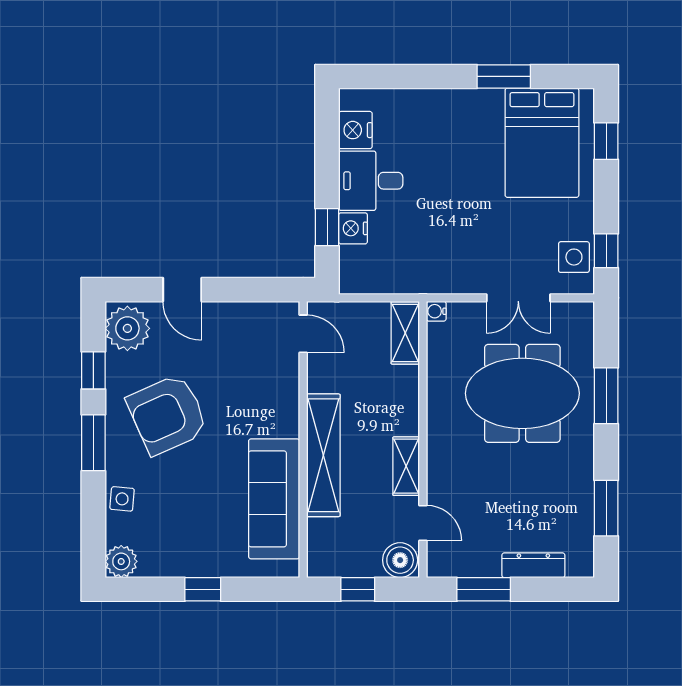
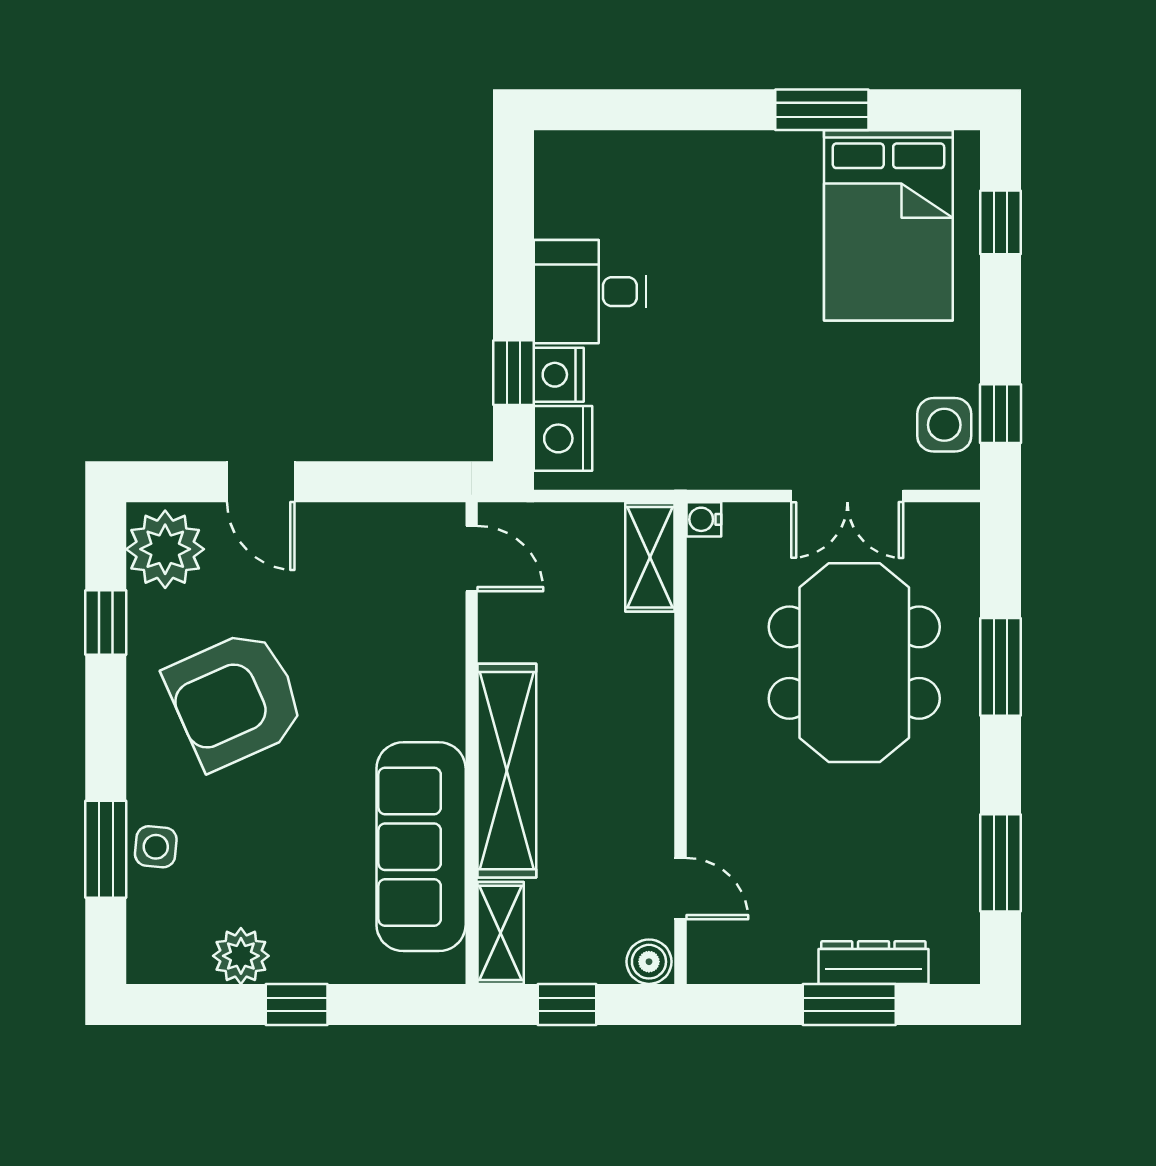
nightstand: (355, 130) -> (563, 438), moved
meeting table: (522, 393) -> (854, 663), turned 90
window: (93, 443) -> (106, 849), moved
shelving: (406, 466) -> (501, 933), moved
boiler: (400, 560) -> (649, 962), width x0.73, depth x0.73
plant: (121, 561) -> (241, 956), moved
window: (484, 589) -> (849, 1004), moved

